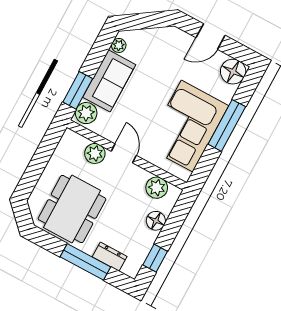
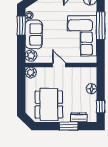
window: (78, 90) -> (21, 25), moved
plant: (95, 153) -> (31, 72), moved
plant: (157, 188) -> (83, 73), removed
window: (85, 262) -> (69, 126), width x0.69

